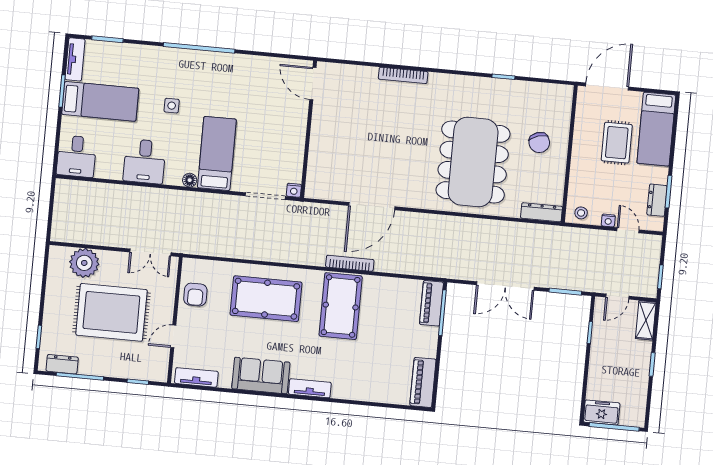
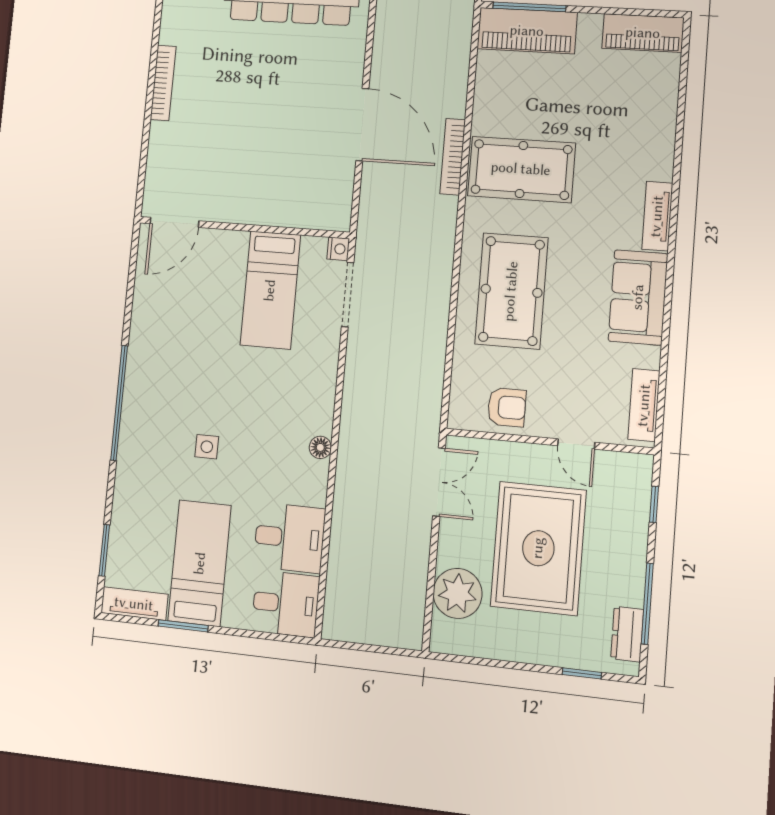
bed: (217, 153) -> (270, 290), moved, turned -90
desk: (145, 161) -> (289, 538), moved
floor lamp: (190, 180) -> (320, 447), moved
piano: (431, 303) -> (527, 31), width x1.37, depth x1.33

